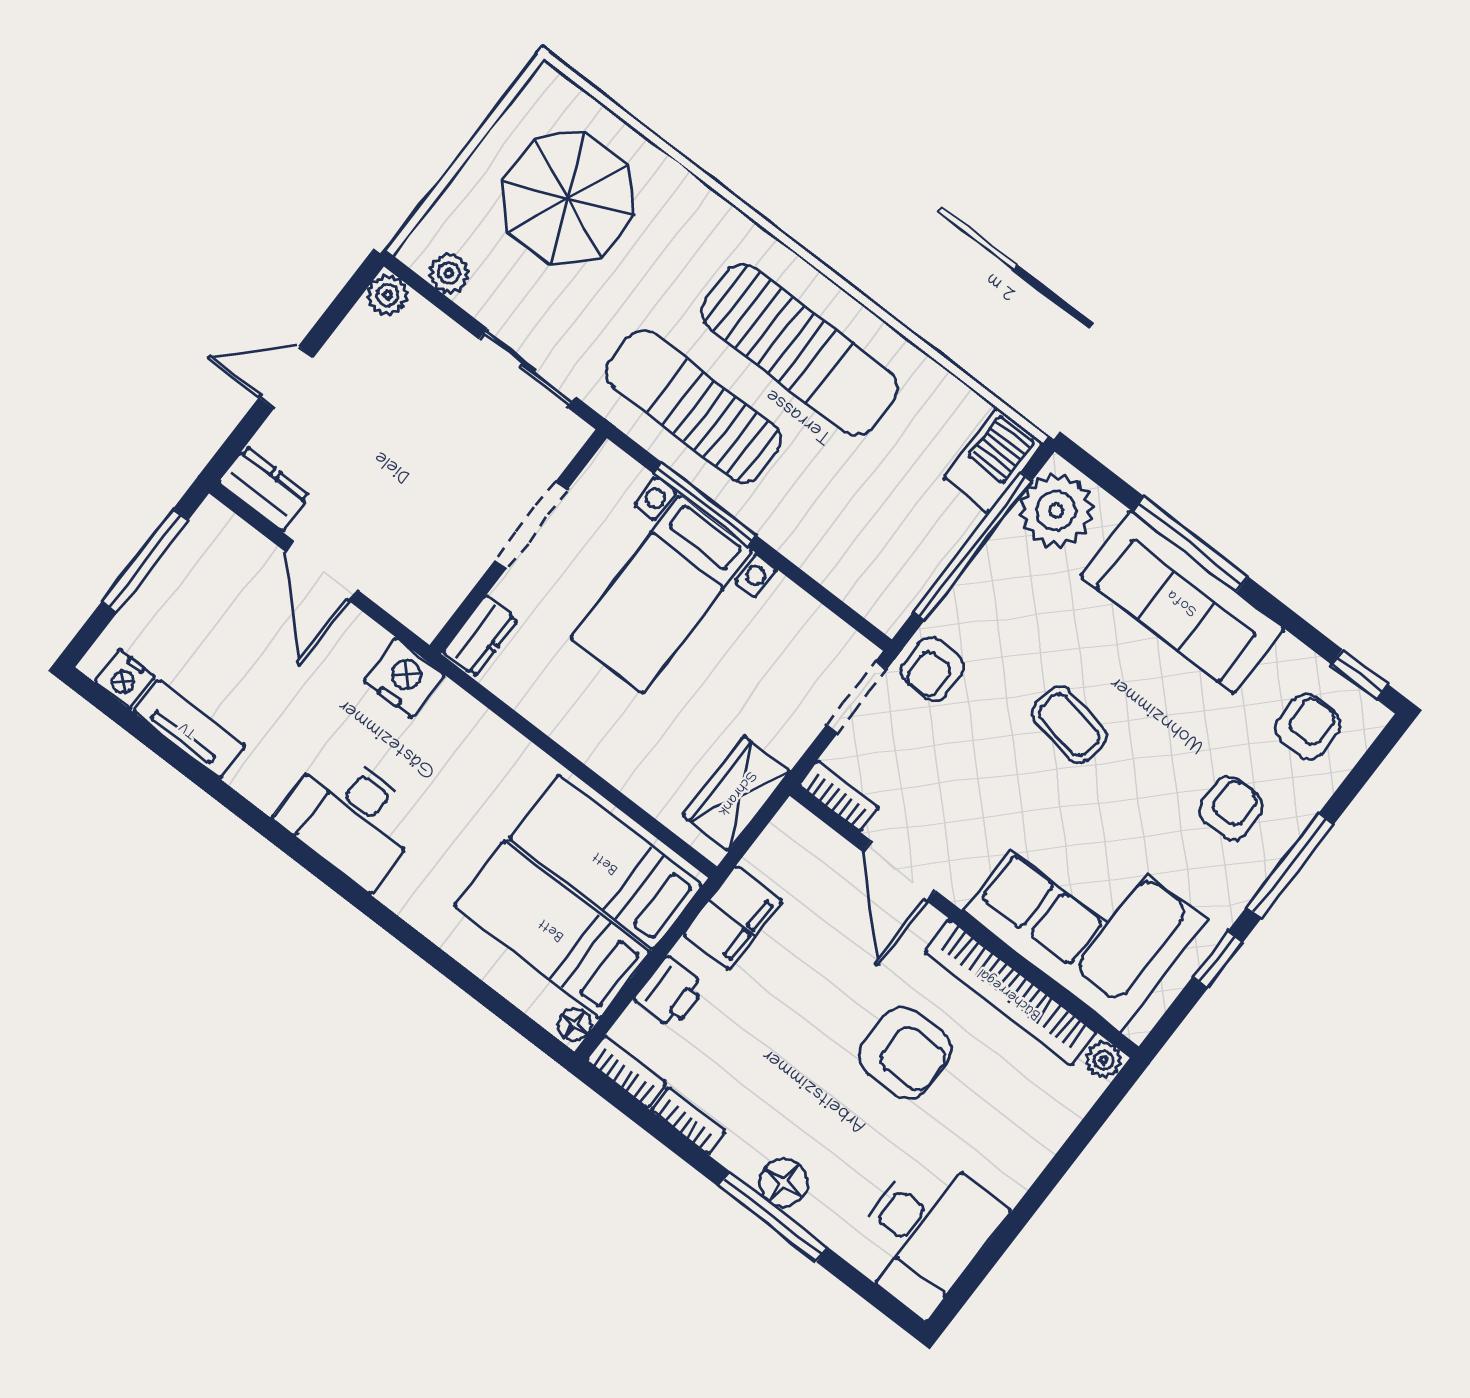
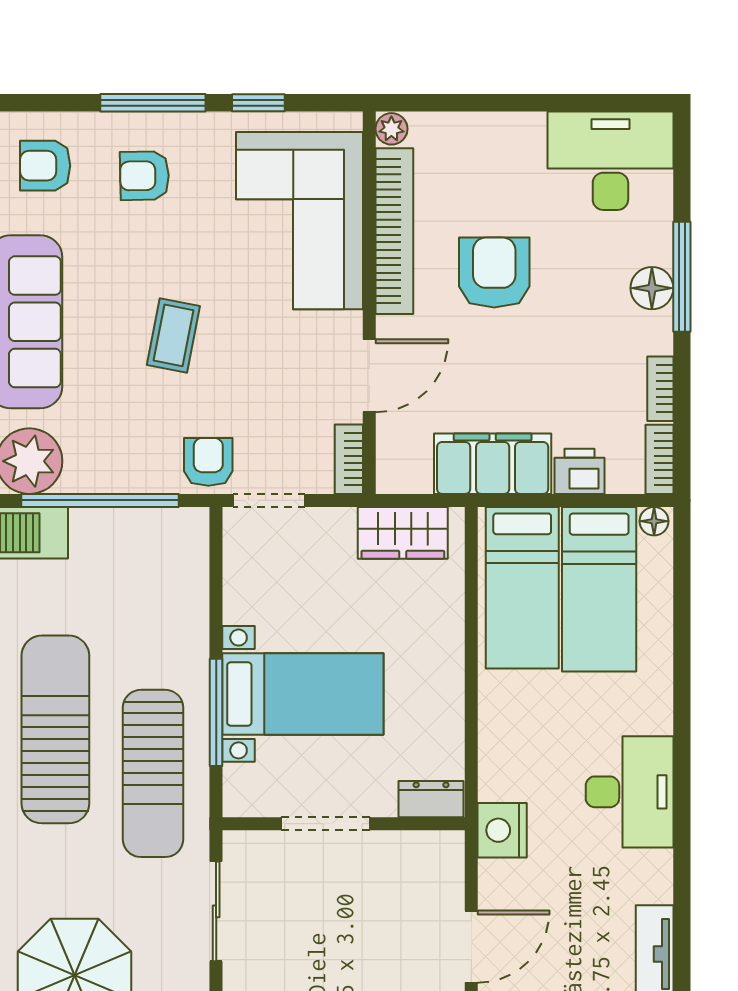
armchair: (933, 669) -> (208, 462), turned -90
filing cabinet: (733, 918) -> (493, 464), width x1.50, depth x1.17

